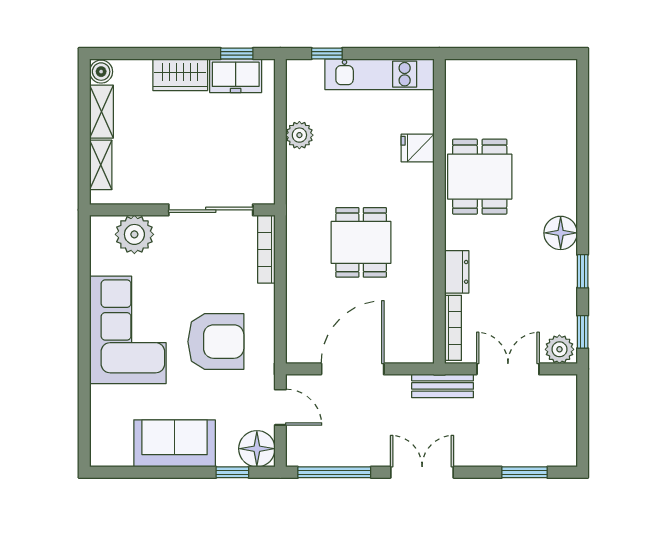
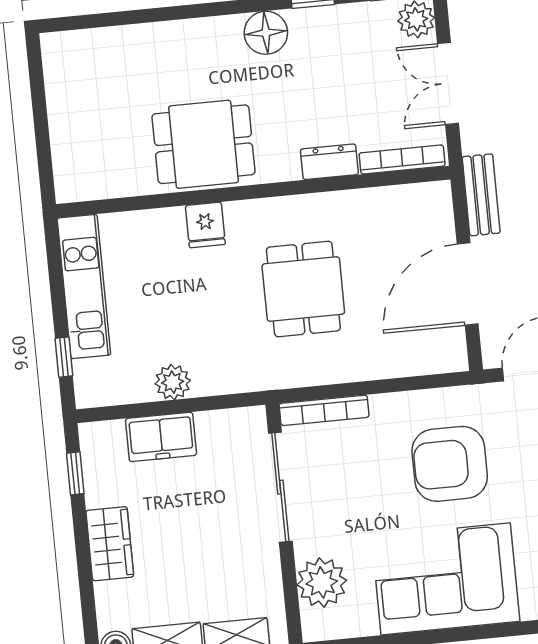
freezer: (236, 76) -> (161, 437), moved, turned 90
fridge: (418, 148) -> (205, 225), moved
dining table: (361, 242) -> (303, 289), turned 90
armchair: (216, 342) -> (450, 464), turned -90
door: (353, 369) -> (468, 284), hinge flipped
bench: (443, 386) -> (481, 195), moved

